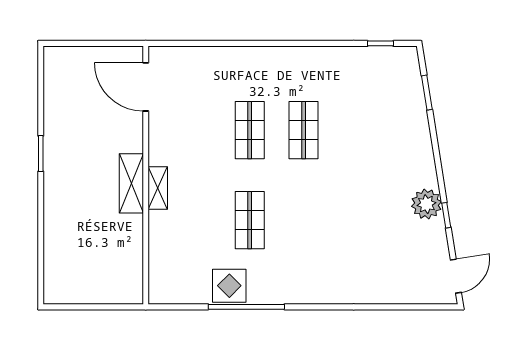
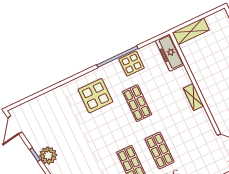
shelving: (131, 183) -> (191, 31), moved, turned 90
display table: (309, 262) -> (95, 96), added
freezer: (162, 275) -> (170, 53), added

